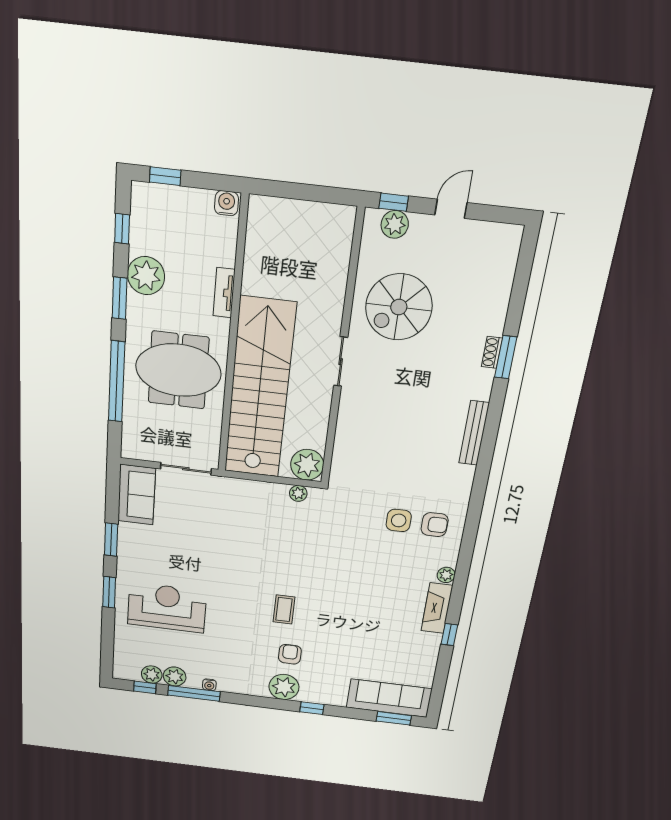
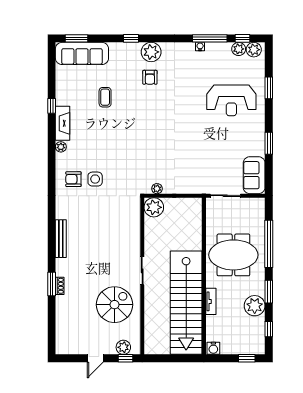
stairs: (260, 389) -> (186, 303), moved
window: (109, 592) -> (269, 88), moved
coffee table: (284, 610) -> (105, 97), moved
plant: (175, 677) -> (254, 50), moved

